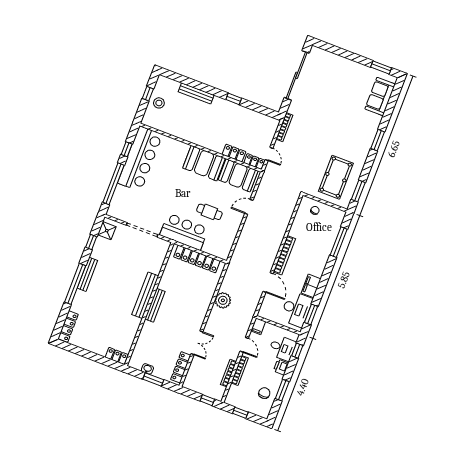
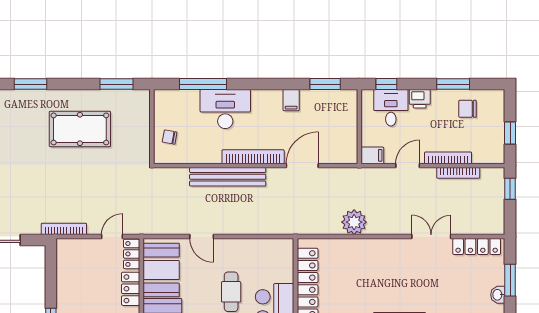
pool table: (336, 177) -> (80, 129), moved
bench: (278, 236) -> (228, 177), added
filing cabinet: (311, 286) -> (291, 100), width x0.50
desk: (296, 309) -> (225, 109), moved

